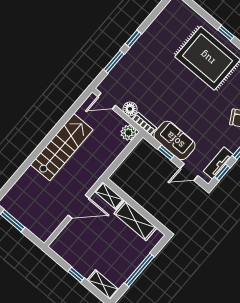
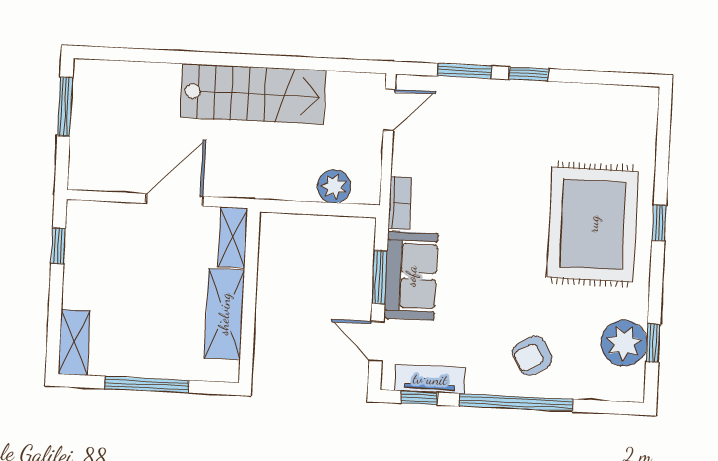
door: (107, 101) -> (389, 110), swing flipped
floor lamp: (130, 109) -> (406, 160), removed
plant: (128, 133) -> (334, 186), moved
window: (166, 152) -> (380, 277), width x1.50
door: (79, 207) -> (175, 200), swing flipped
window: (76, 275) -> (58, 246), moved

